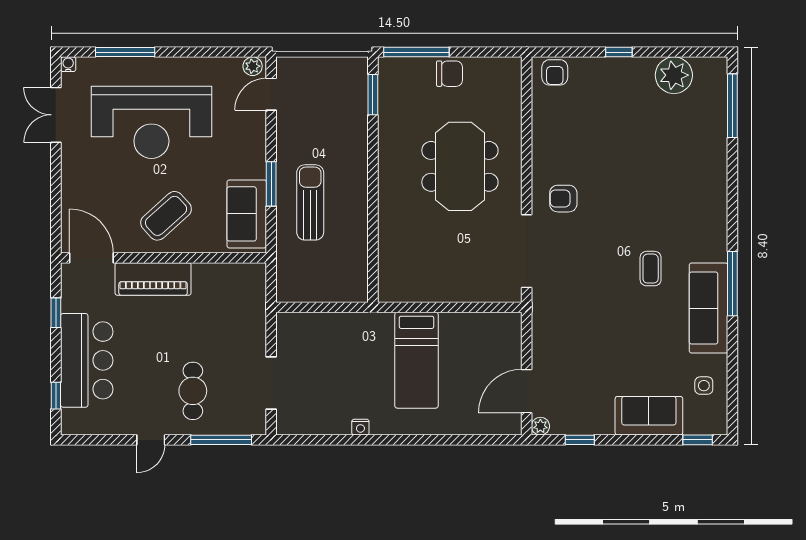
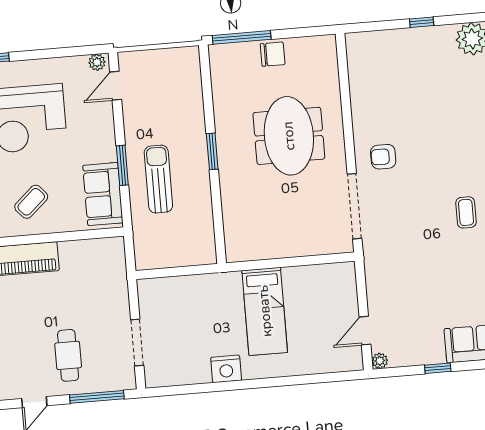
armchair: (555, 72) -> (366, 45), removed
window: (373, 95) -> (212, 151), moved
coffee table: (166, 216) -> (31, 202), width x0.73, depth x0.77
door: (527, 391) -> (365, 331), width x0.73
nightstand: (360, 427) -> (226, 369), width x1.89, depth x1.79
window: (580, 440) -> (438, 368), moved

